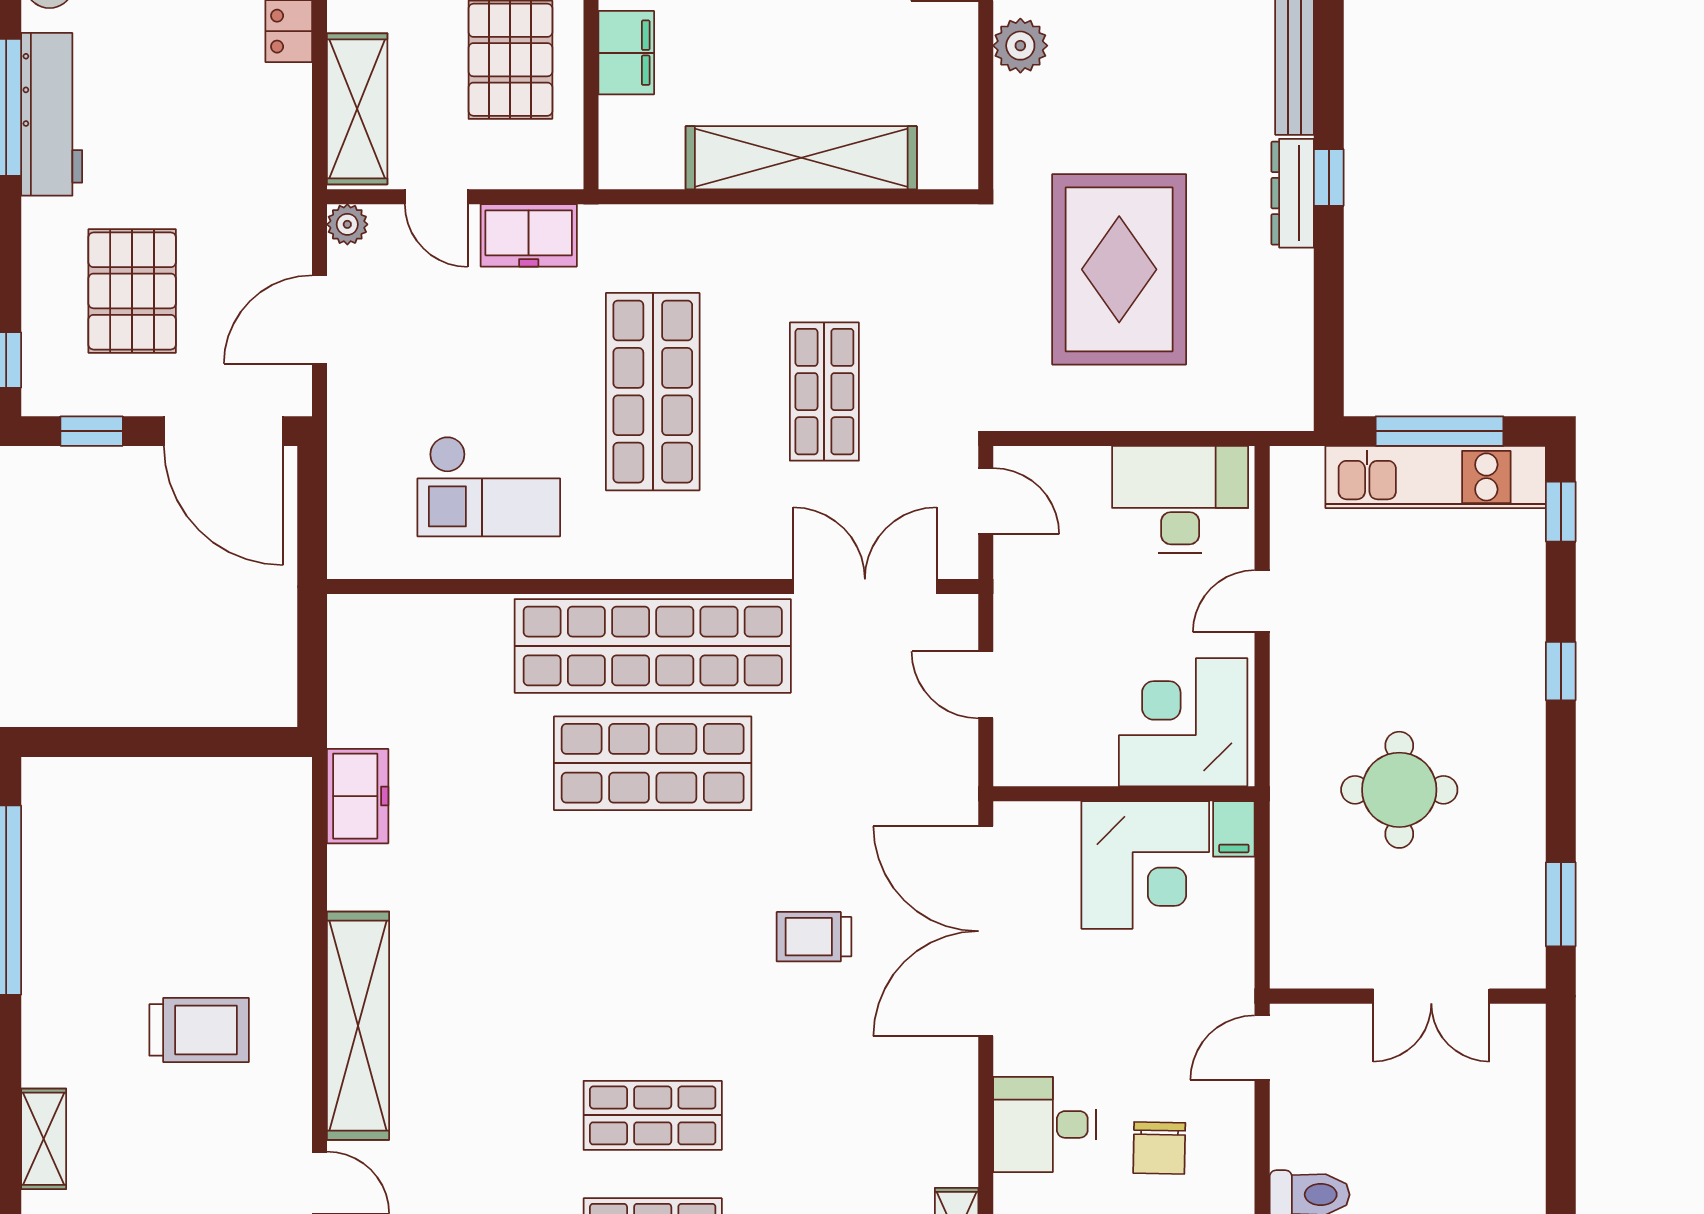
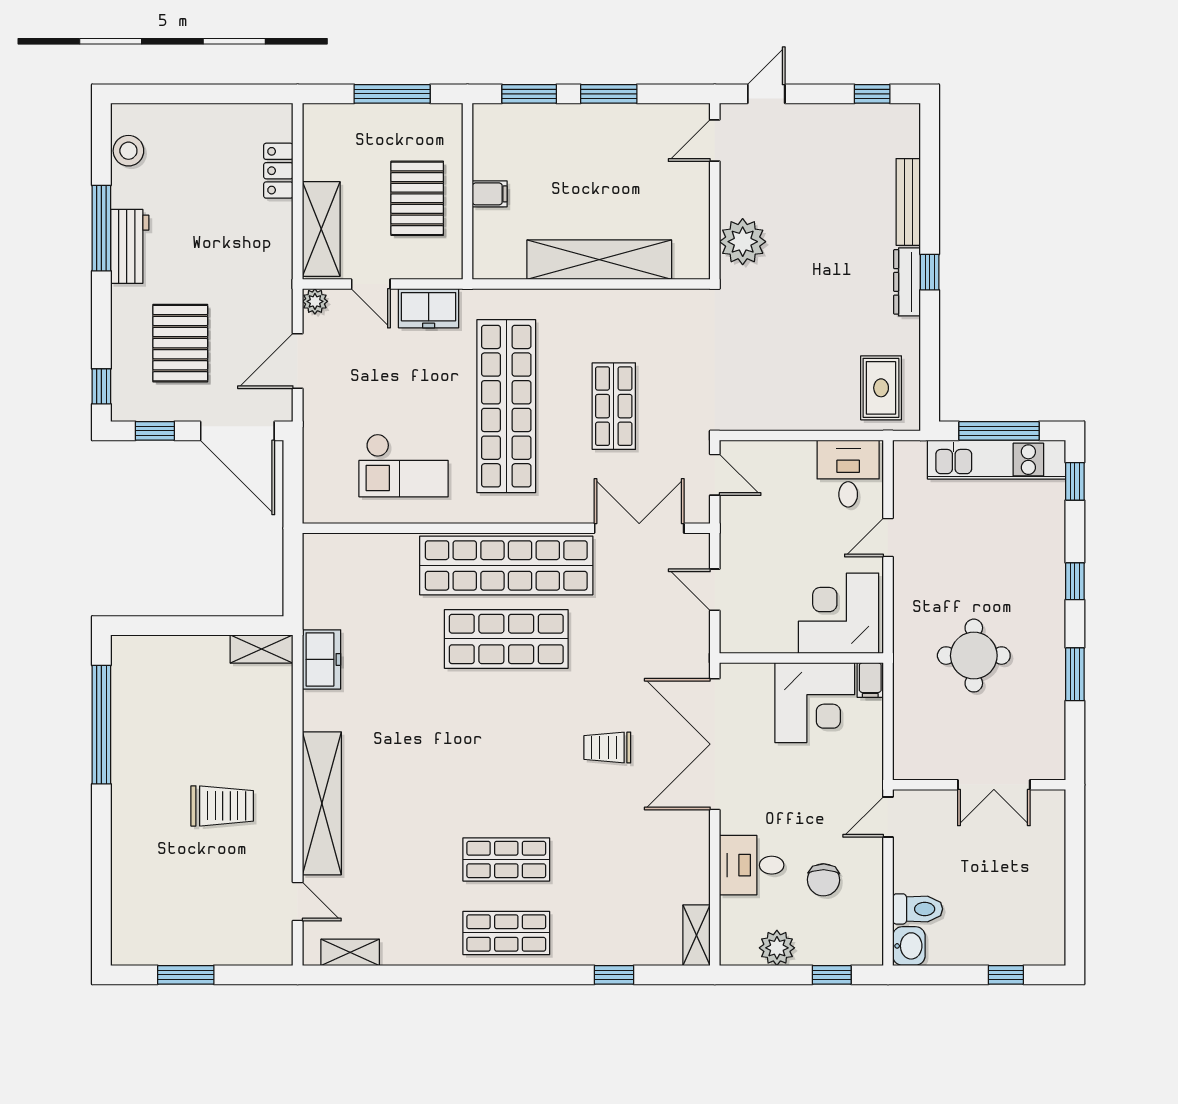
plant: (1020, 46) -> (743, 242), moved, width x1.36, depth x1.36
filing cabinet: (626, 53) -> (490, 194), width x0.50
workbench: (52, 114) -> (130, 246), width x0.73
rug: (1119, 269) -> (881, 388), moved, width x0.54, depth x0.49
shop shelf: (653, 392) -> (506, 406), width x1.40
desk: (1180, 499) -> (848, 474), width x0.73
window: (1561, 904) -> (1075, 674), moved
shelving: (44, 1139) -> (262, 649), moved, turned 90

